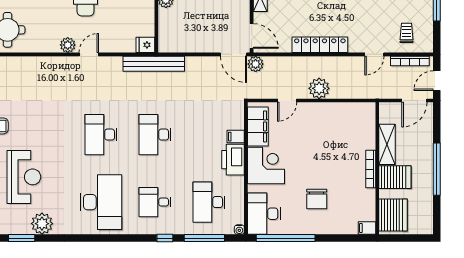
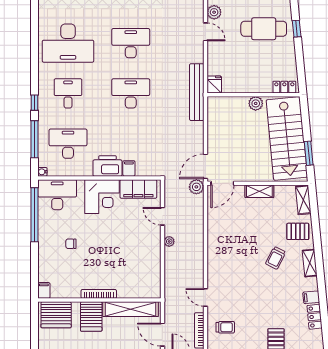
locker: (320, 45) -> (214, 247), removed
plant: (319, 88) -> (169, 241), width x0.53, depth x0.53
shelving: (387, 144) -> (131, 309), width x1.47
chair: (317, 199) -> (71, 244), width x0.54, depth x0.54

